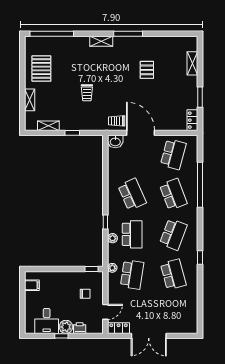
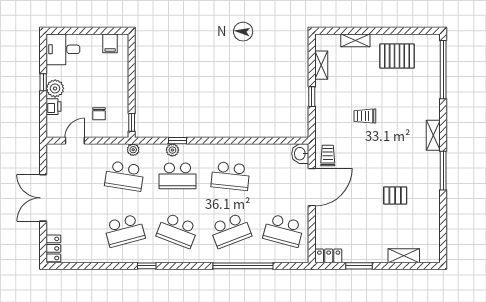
school desk: (132, 194) -> (230, 176), turned 30
window: (105, 222) -> (178, 141), moved
door: (105, 312) -> (75, 141), swing flipped
desk: (47, 321) -> (63, 49), moved
locker: (119, 328) -> (53, 248), moved

